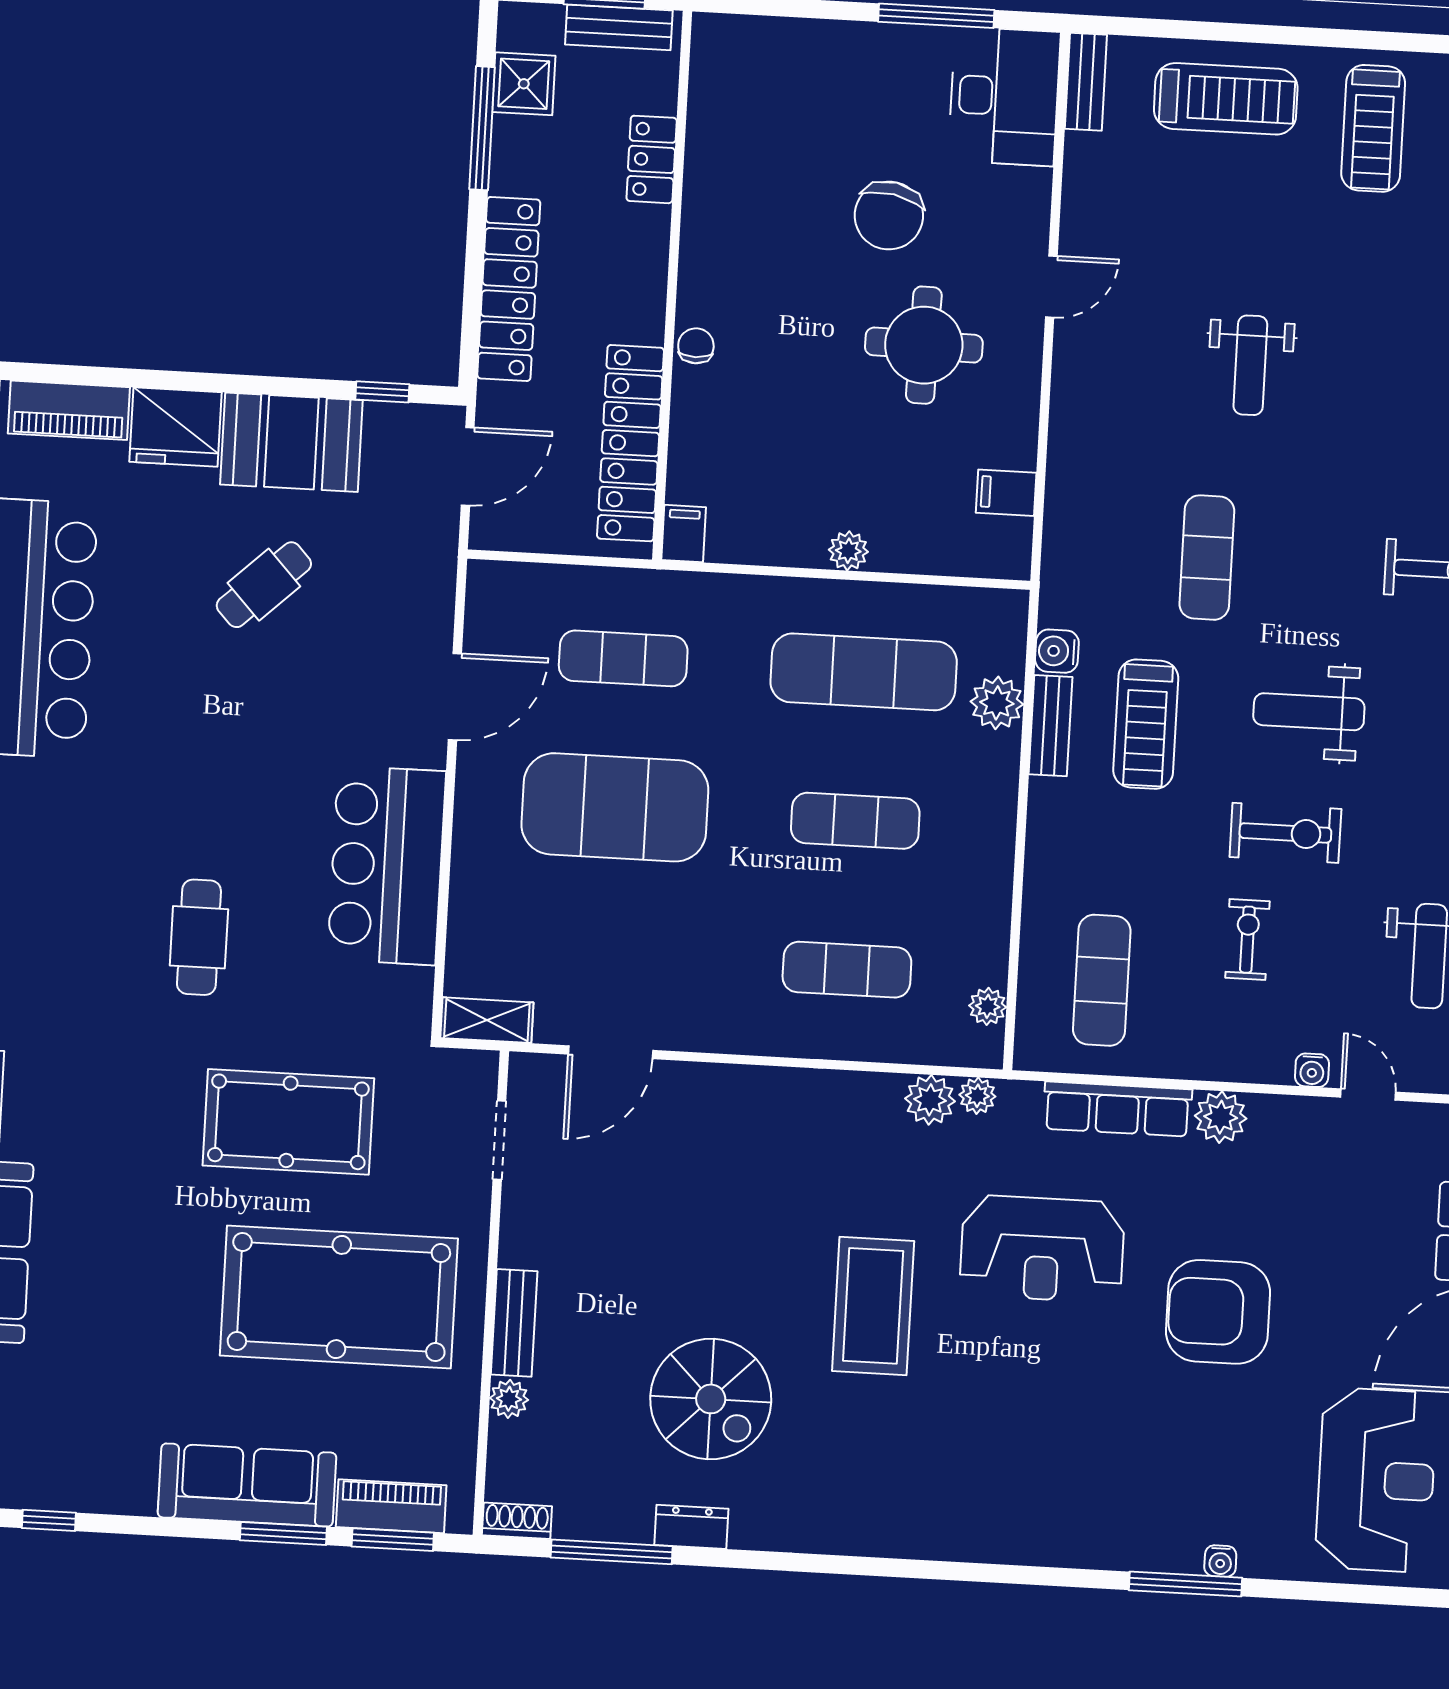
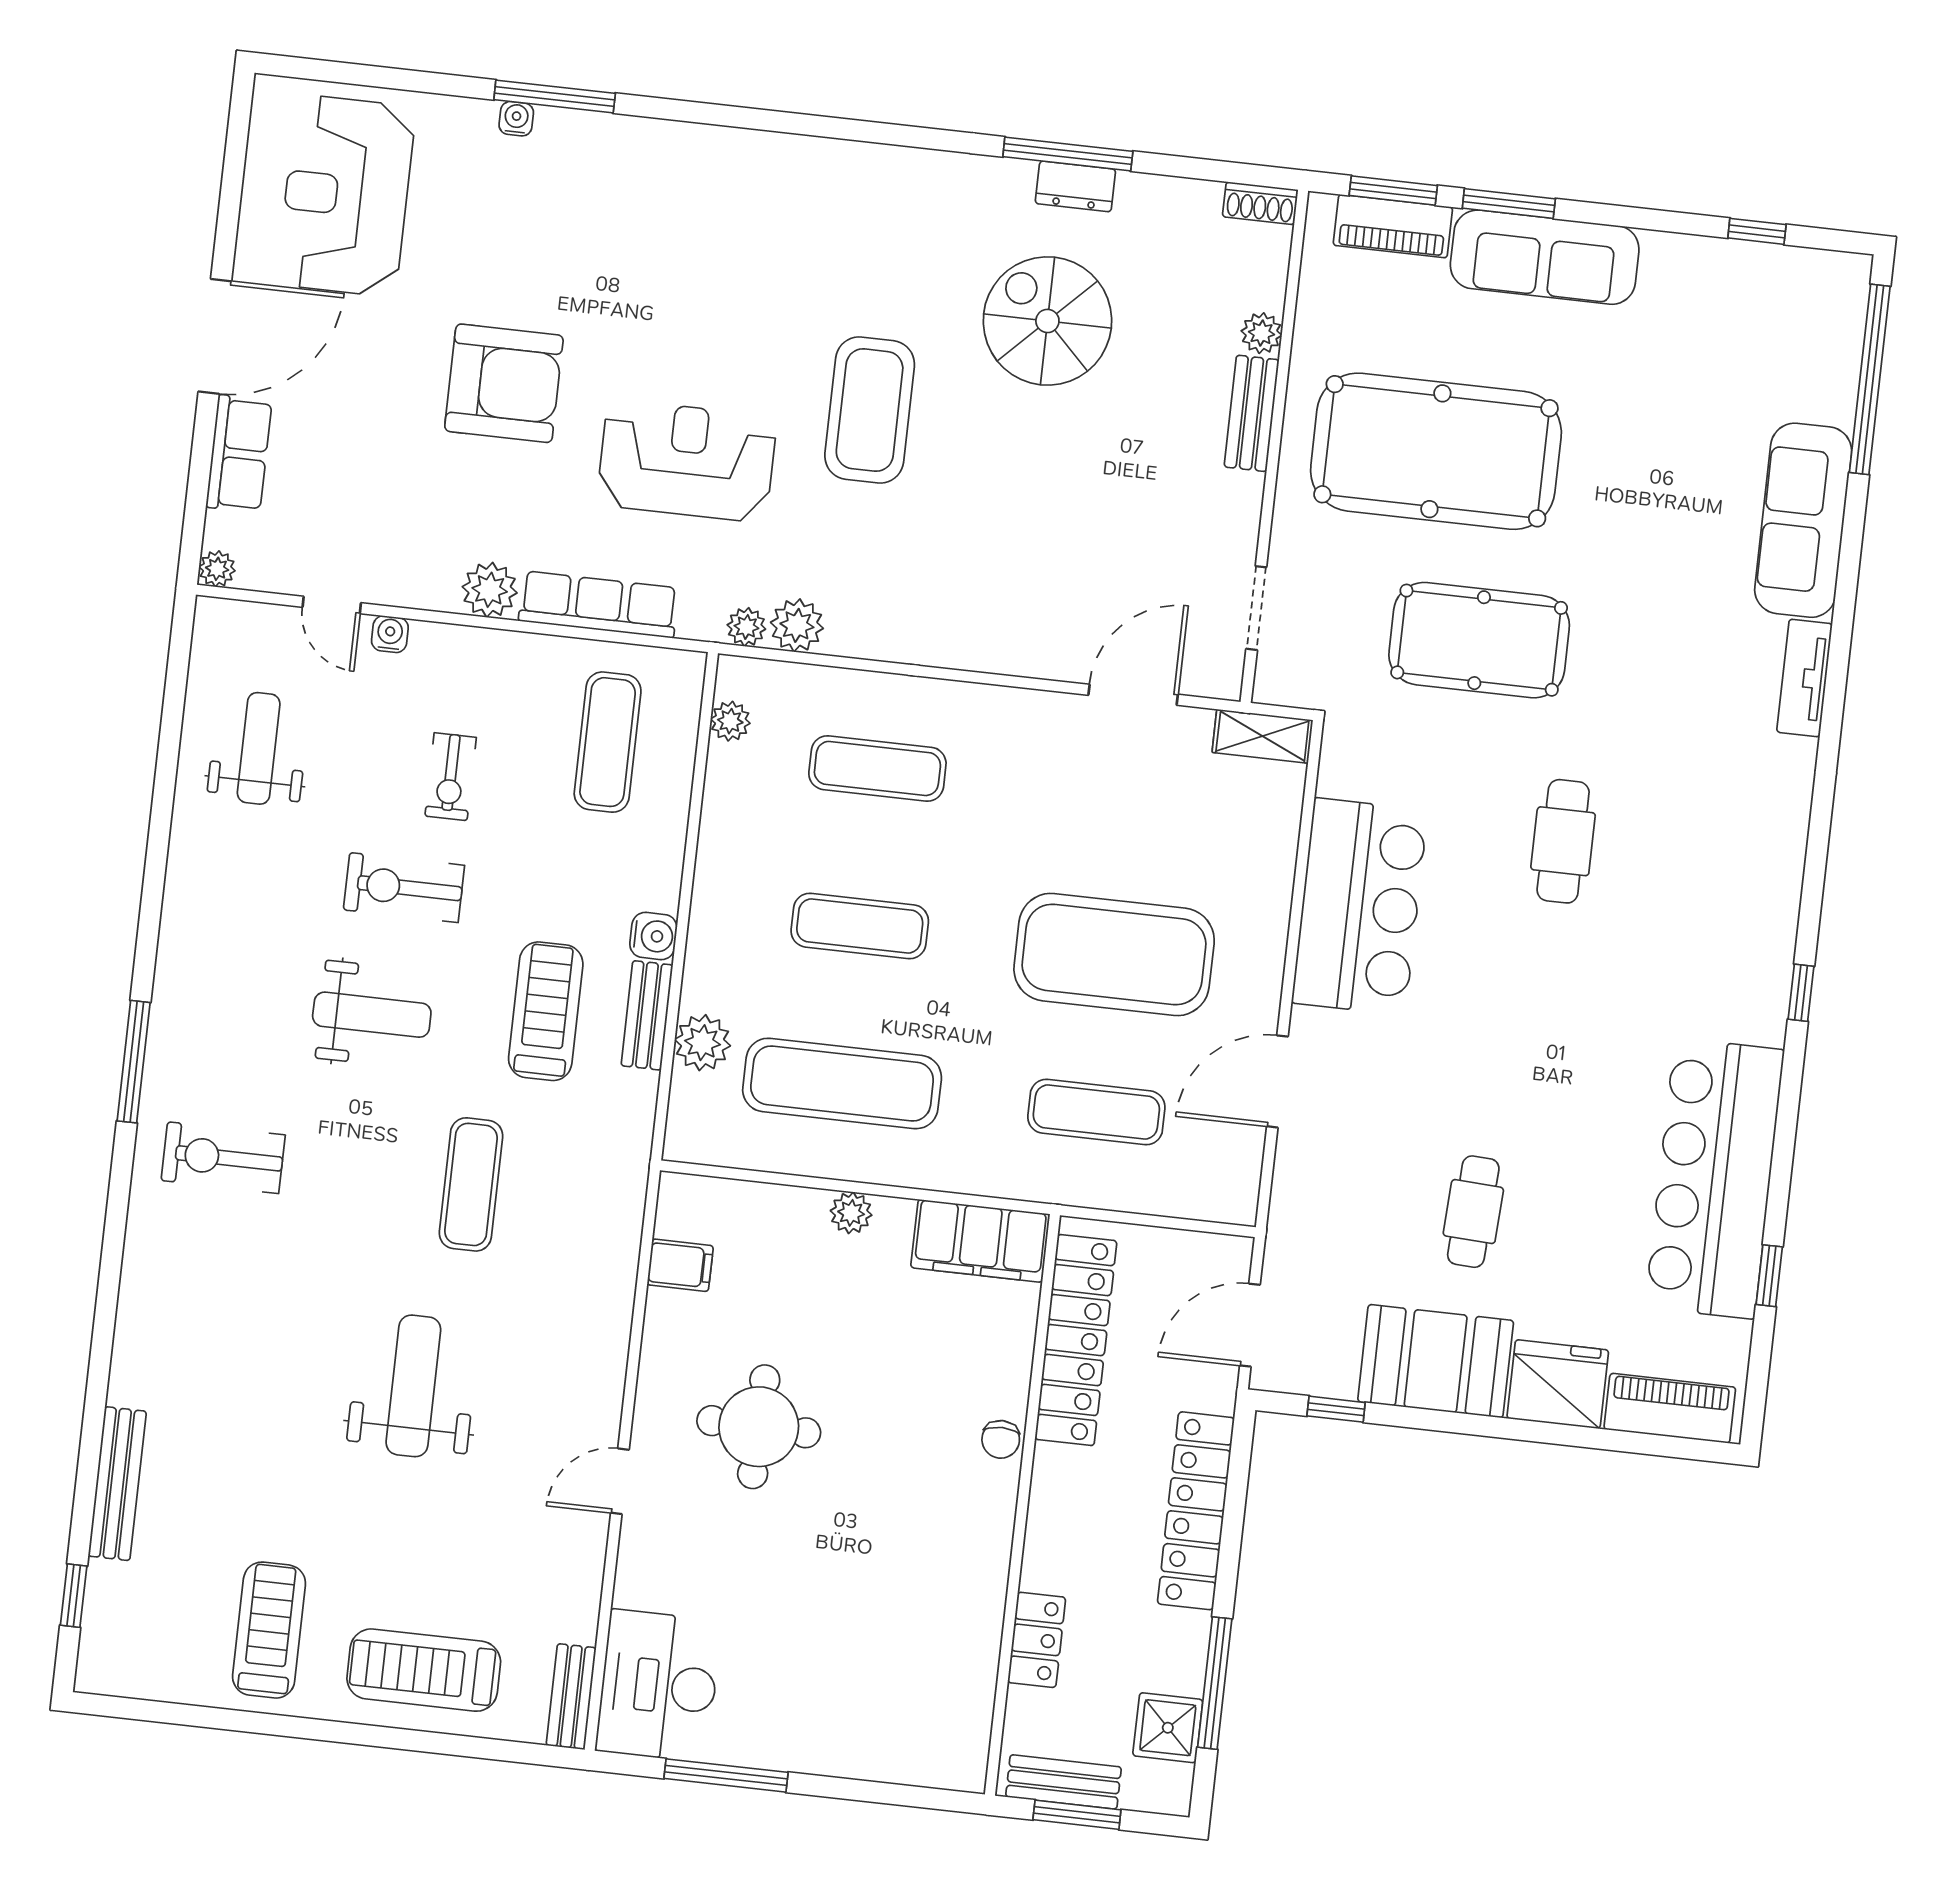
chair: (889, 216) -> (788, 1566), removed
weight bench: (1250, 365) -> (413, 1386), width x1.36, depth x1.33
filing cabinet: (684, 534) -> (980, 1241), width x3.00, depth x1.17
cafe table: (264, 585) -> (1473, 1212), turned -44
water cooler: (1057, 651) -> (653, 936), moved
window: (612, 1552) -> (1068, 154), moved

